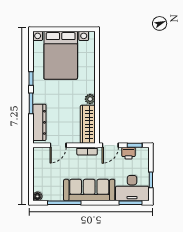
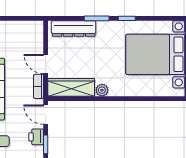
door: (58, 145) -> (46, 64), moved

